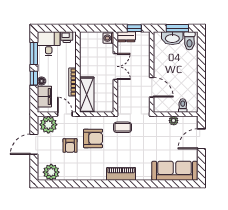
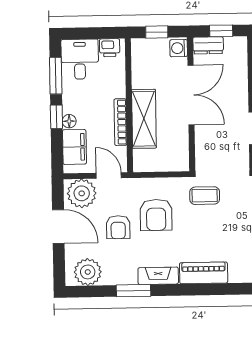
window: (95, 28) -> (157, 32), added
double door: (115, 66) -> (191, 95), width x1.37
shelving: (87, 95) -> (144, 119), moved
armchair: (93, 138) -> (156, 215), turned 90
door: (34, 144) -> (58, 226), swing flipped
fireplace: (94, 175) -> (158, 276), added
window: (79, 184) -> (134, 291), added

